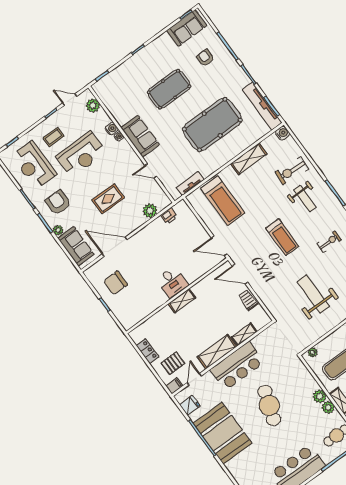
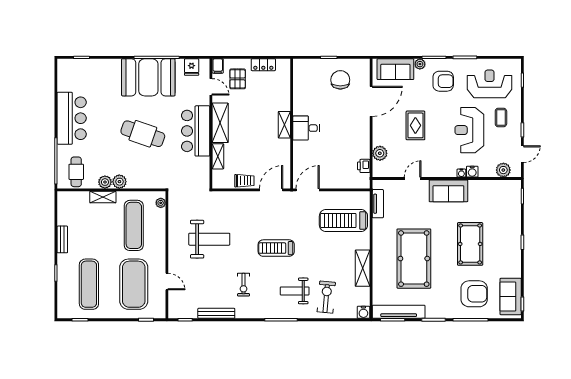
armchair: (205, 58) -> (474, 294), width x1.88, depth x1.88

